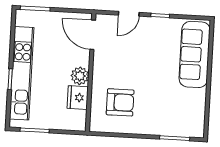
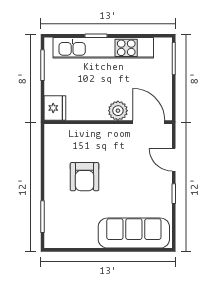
door: (93, 35) -> (149, 122), hinge flipped
plant: (80, 76) -> (118, 111), moved
fridge: (78, 98) -> (55, 108), moved, turned 90
armchair: (120, 102) -> (85, 177), moved

